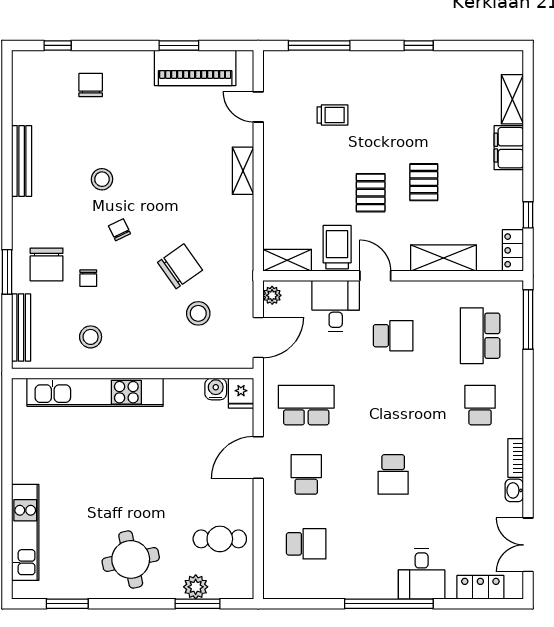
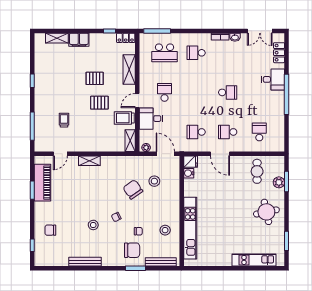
school desk: (306, 405) -> (196, 132), width x0.54

